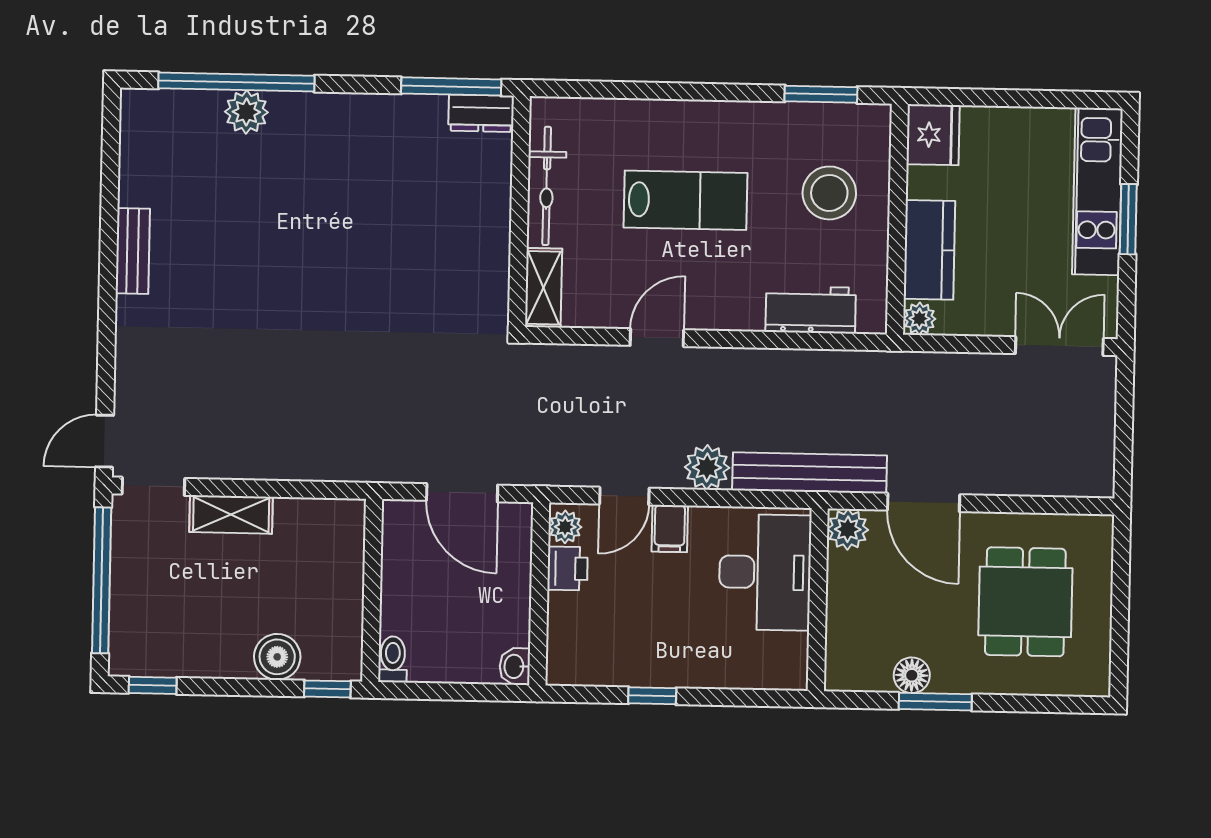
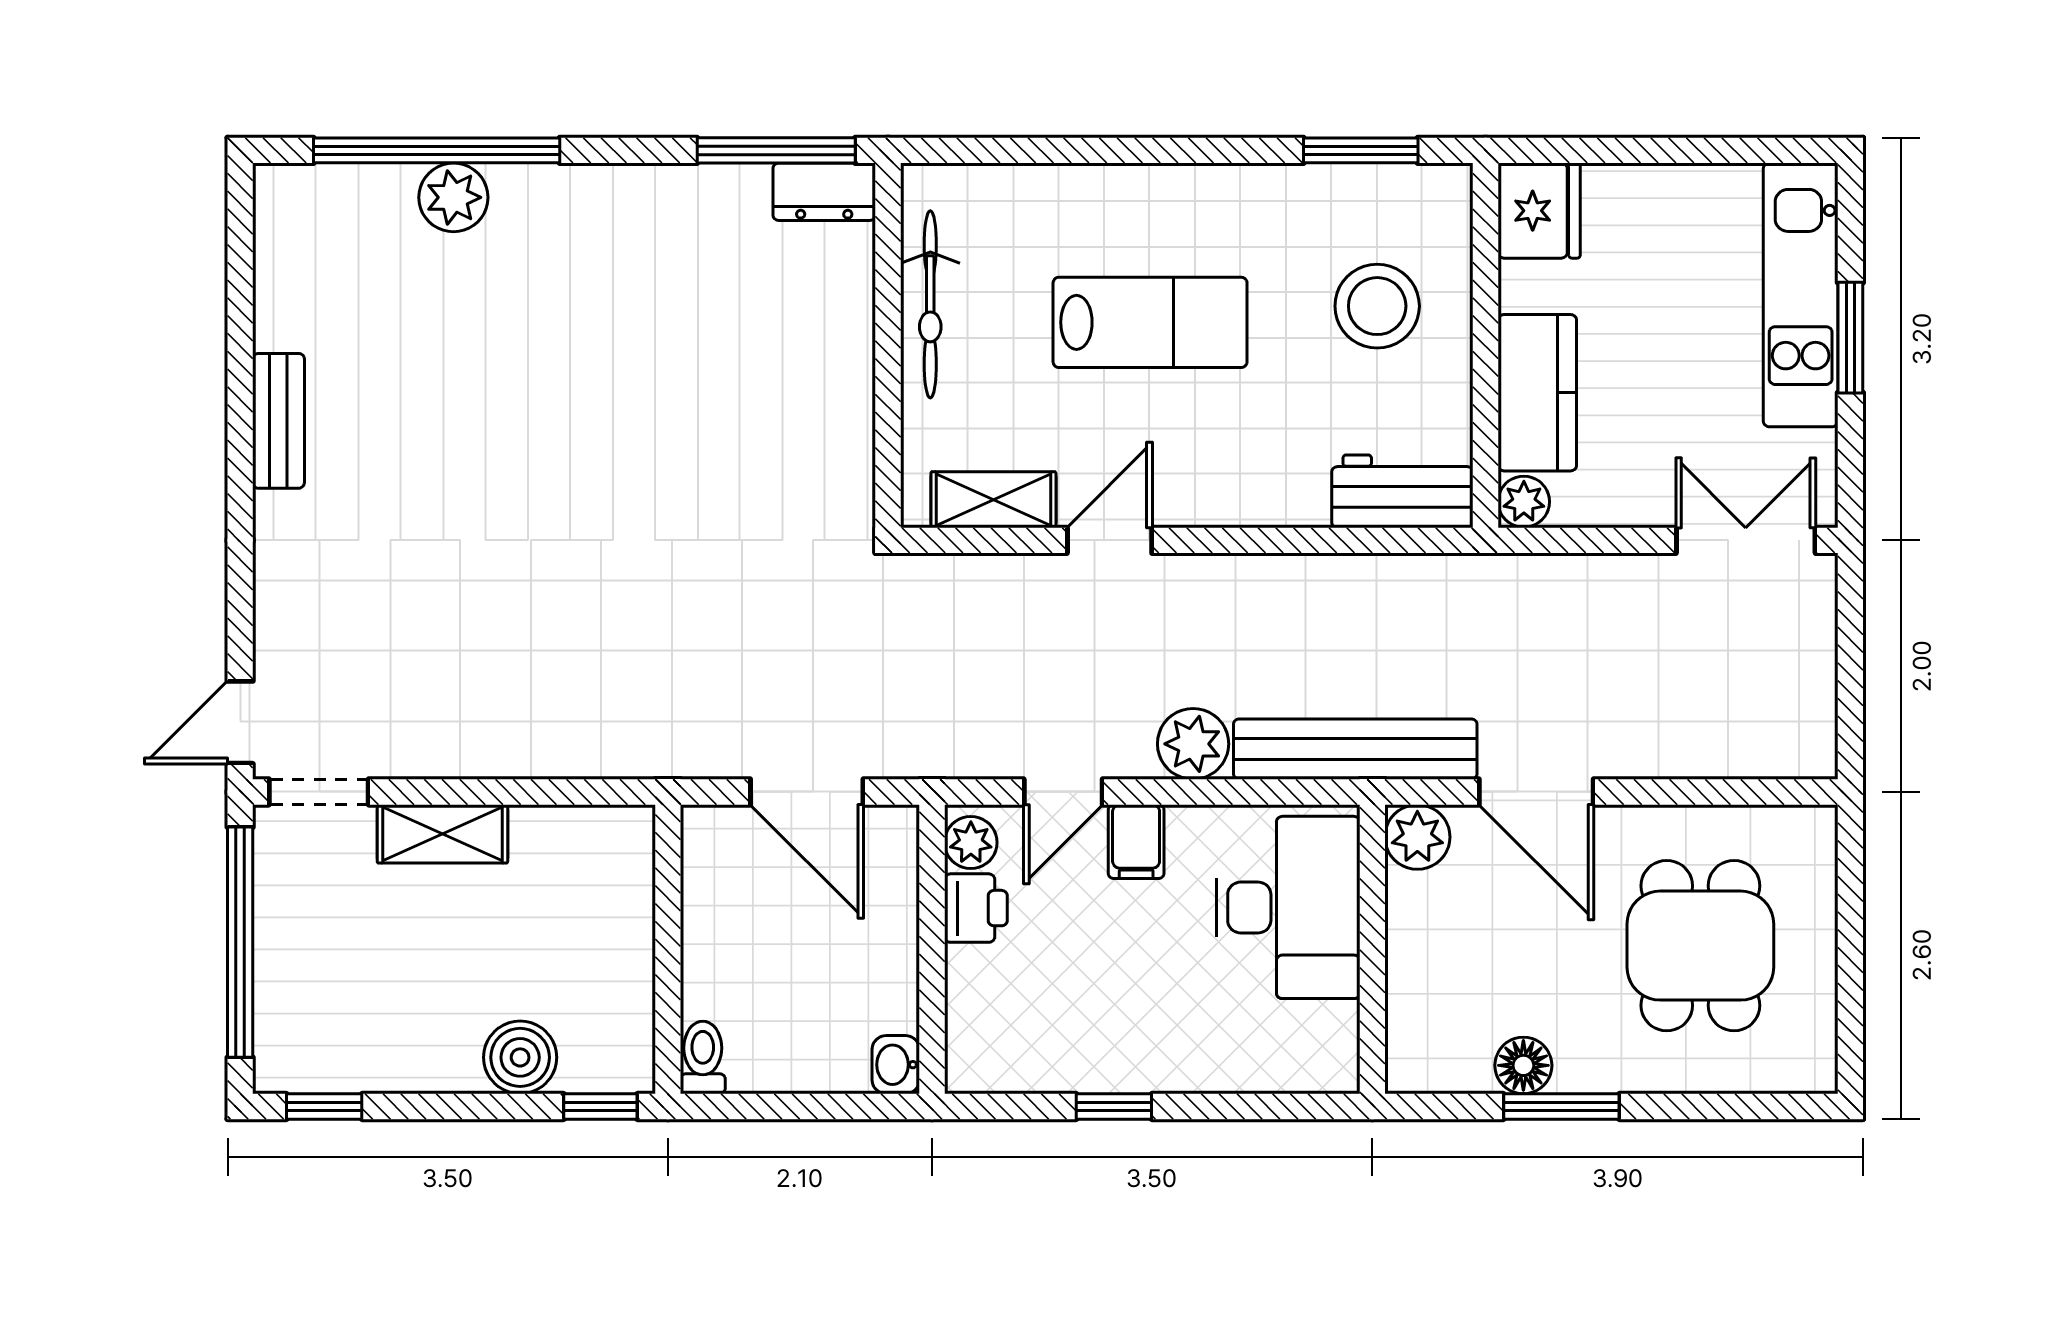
shelving: (543, 288) -> (993, 500), moved, turned 90
workbench: (811, 310) -> (1402, 491), moved

